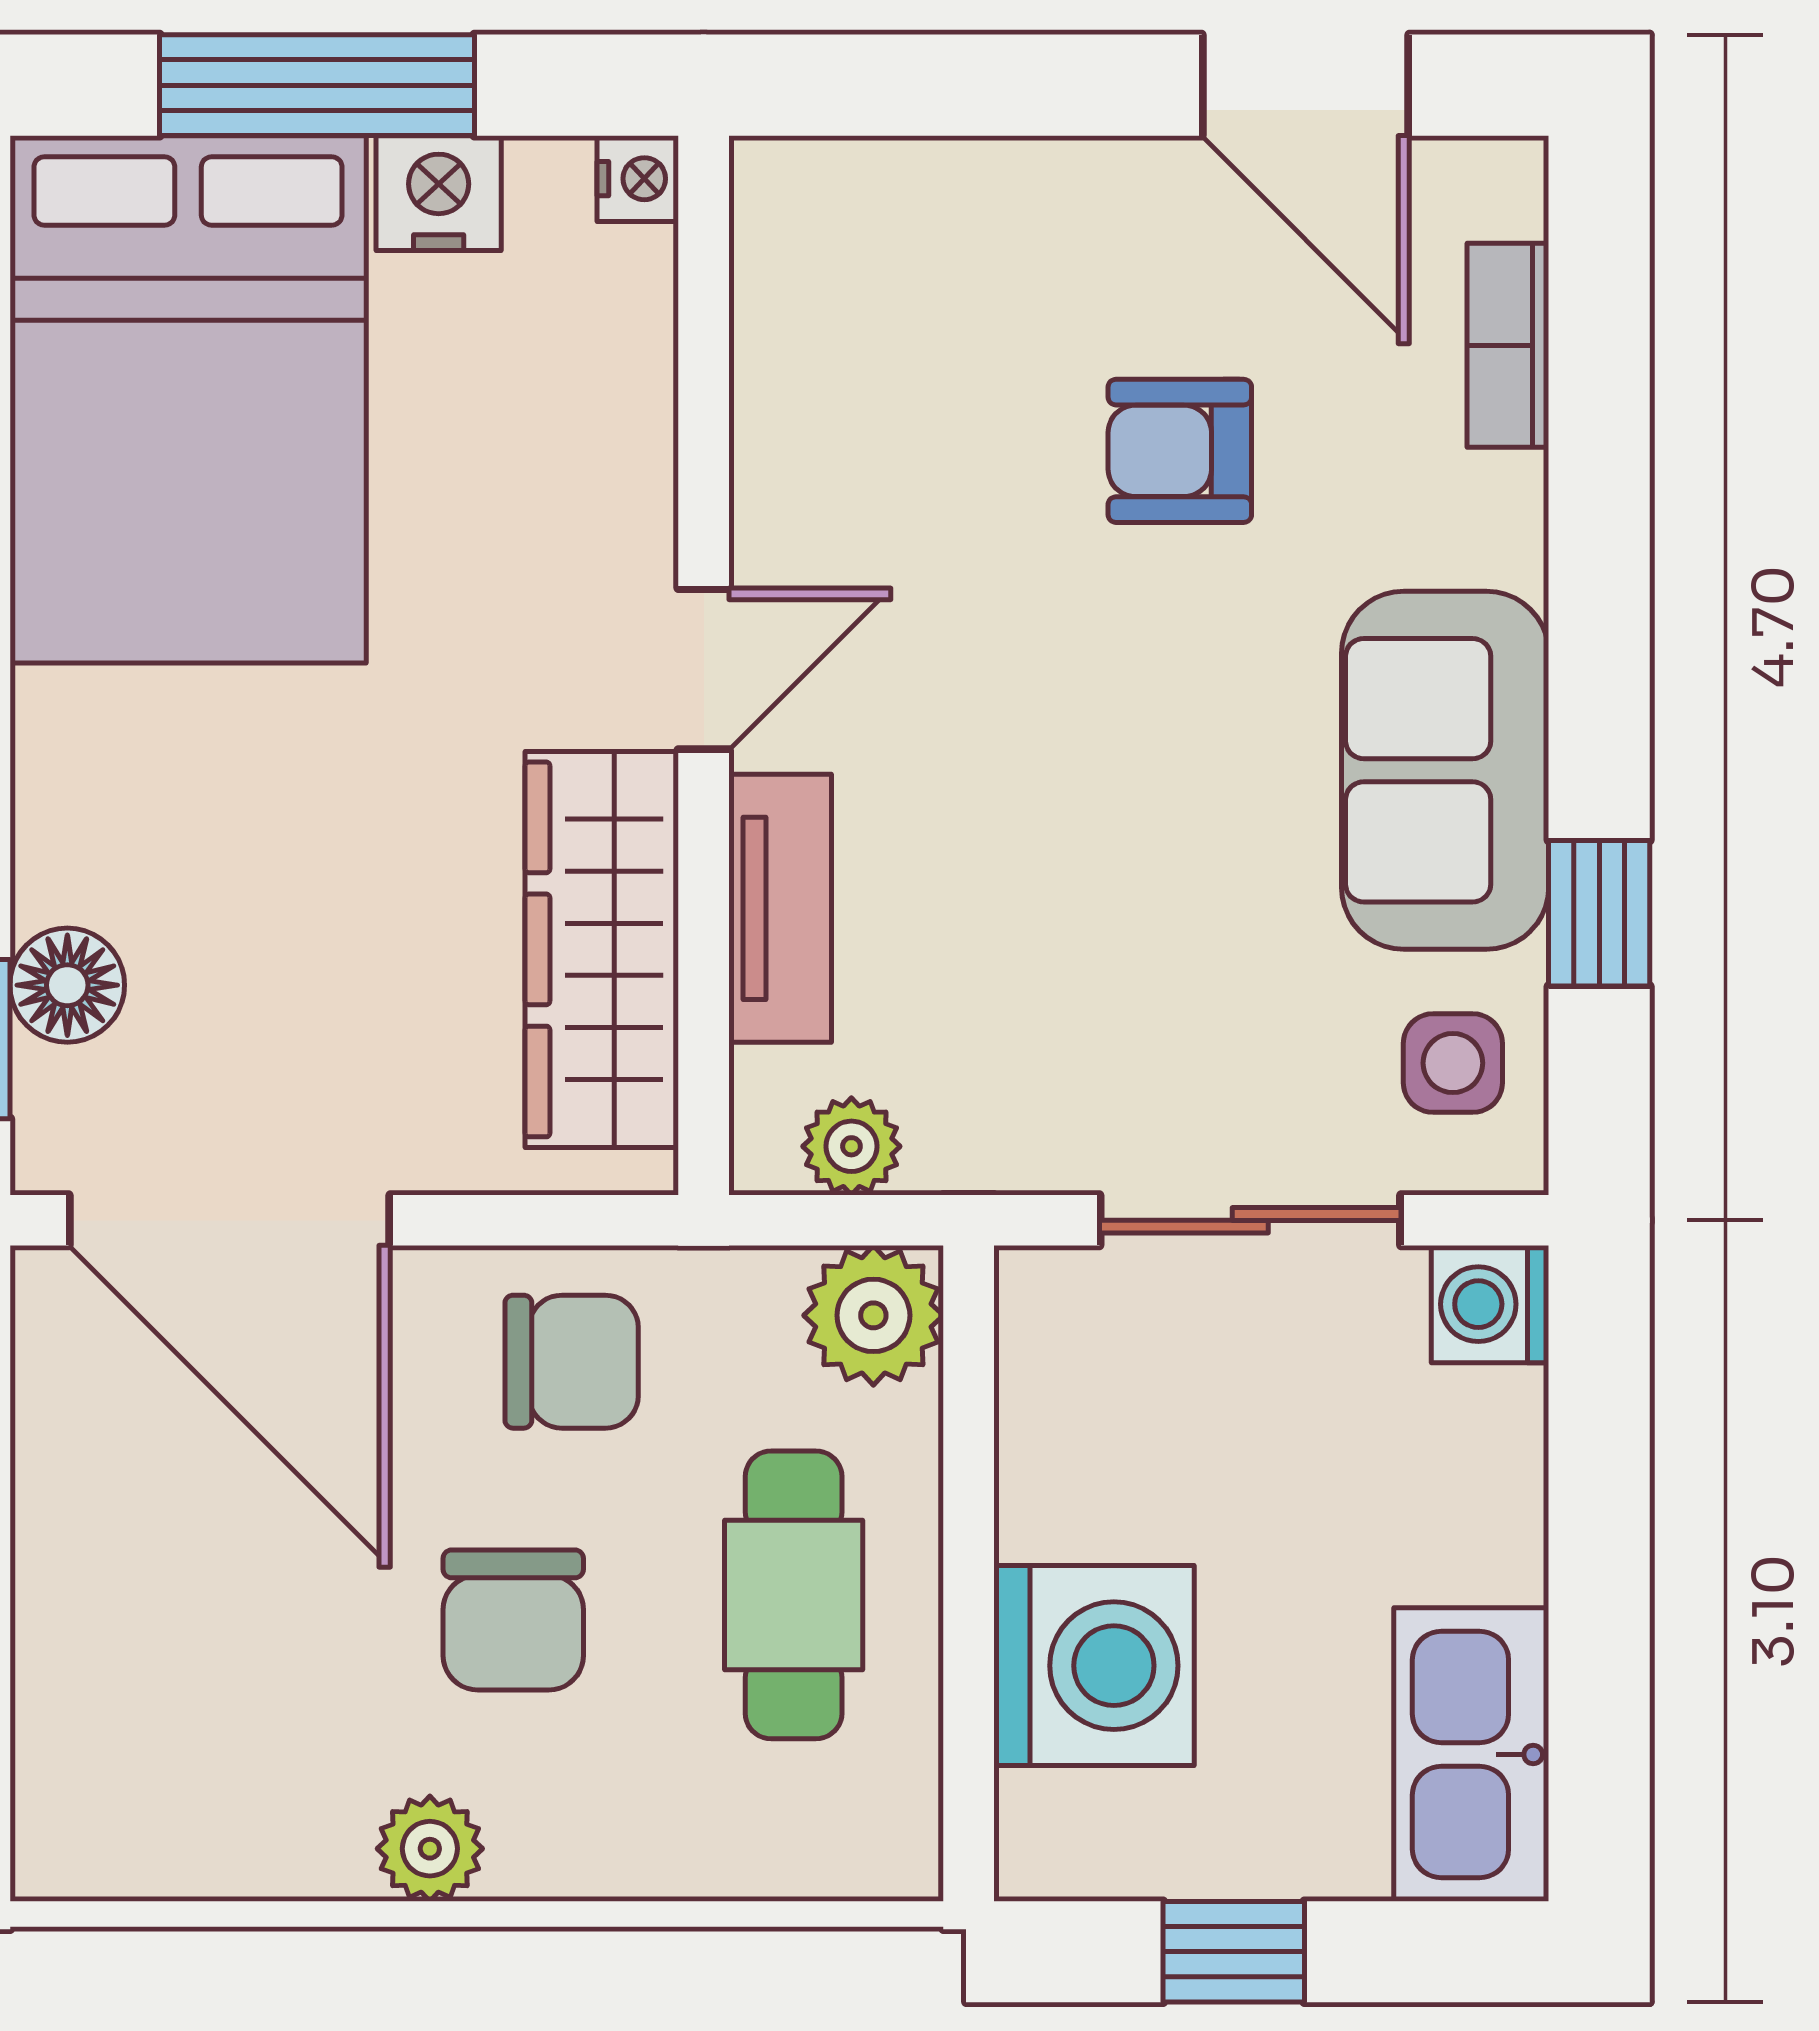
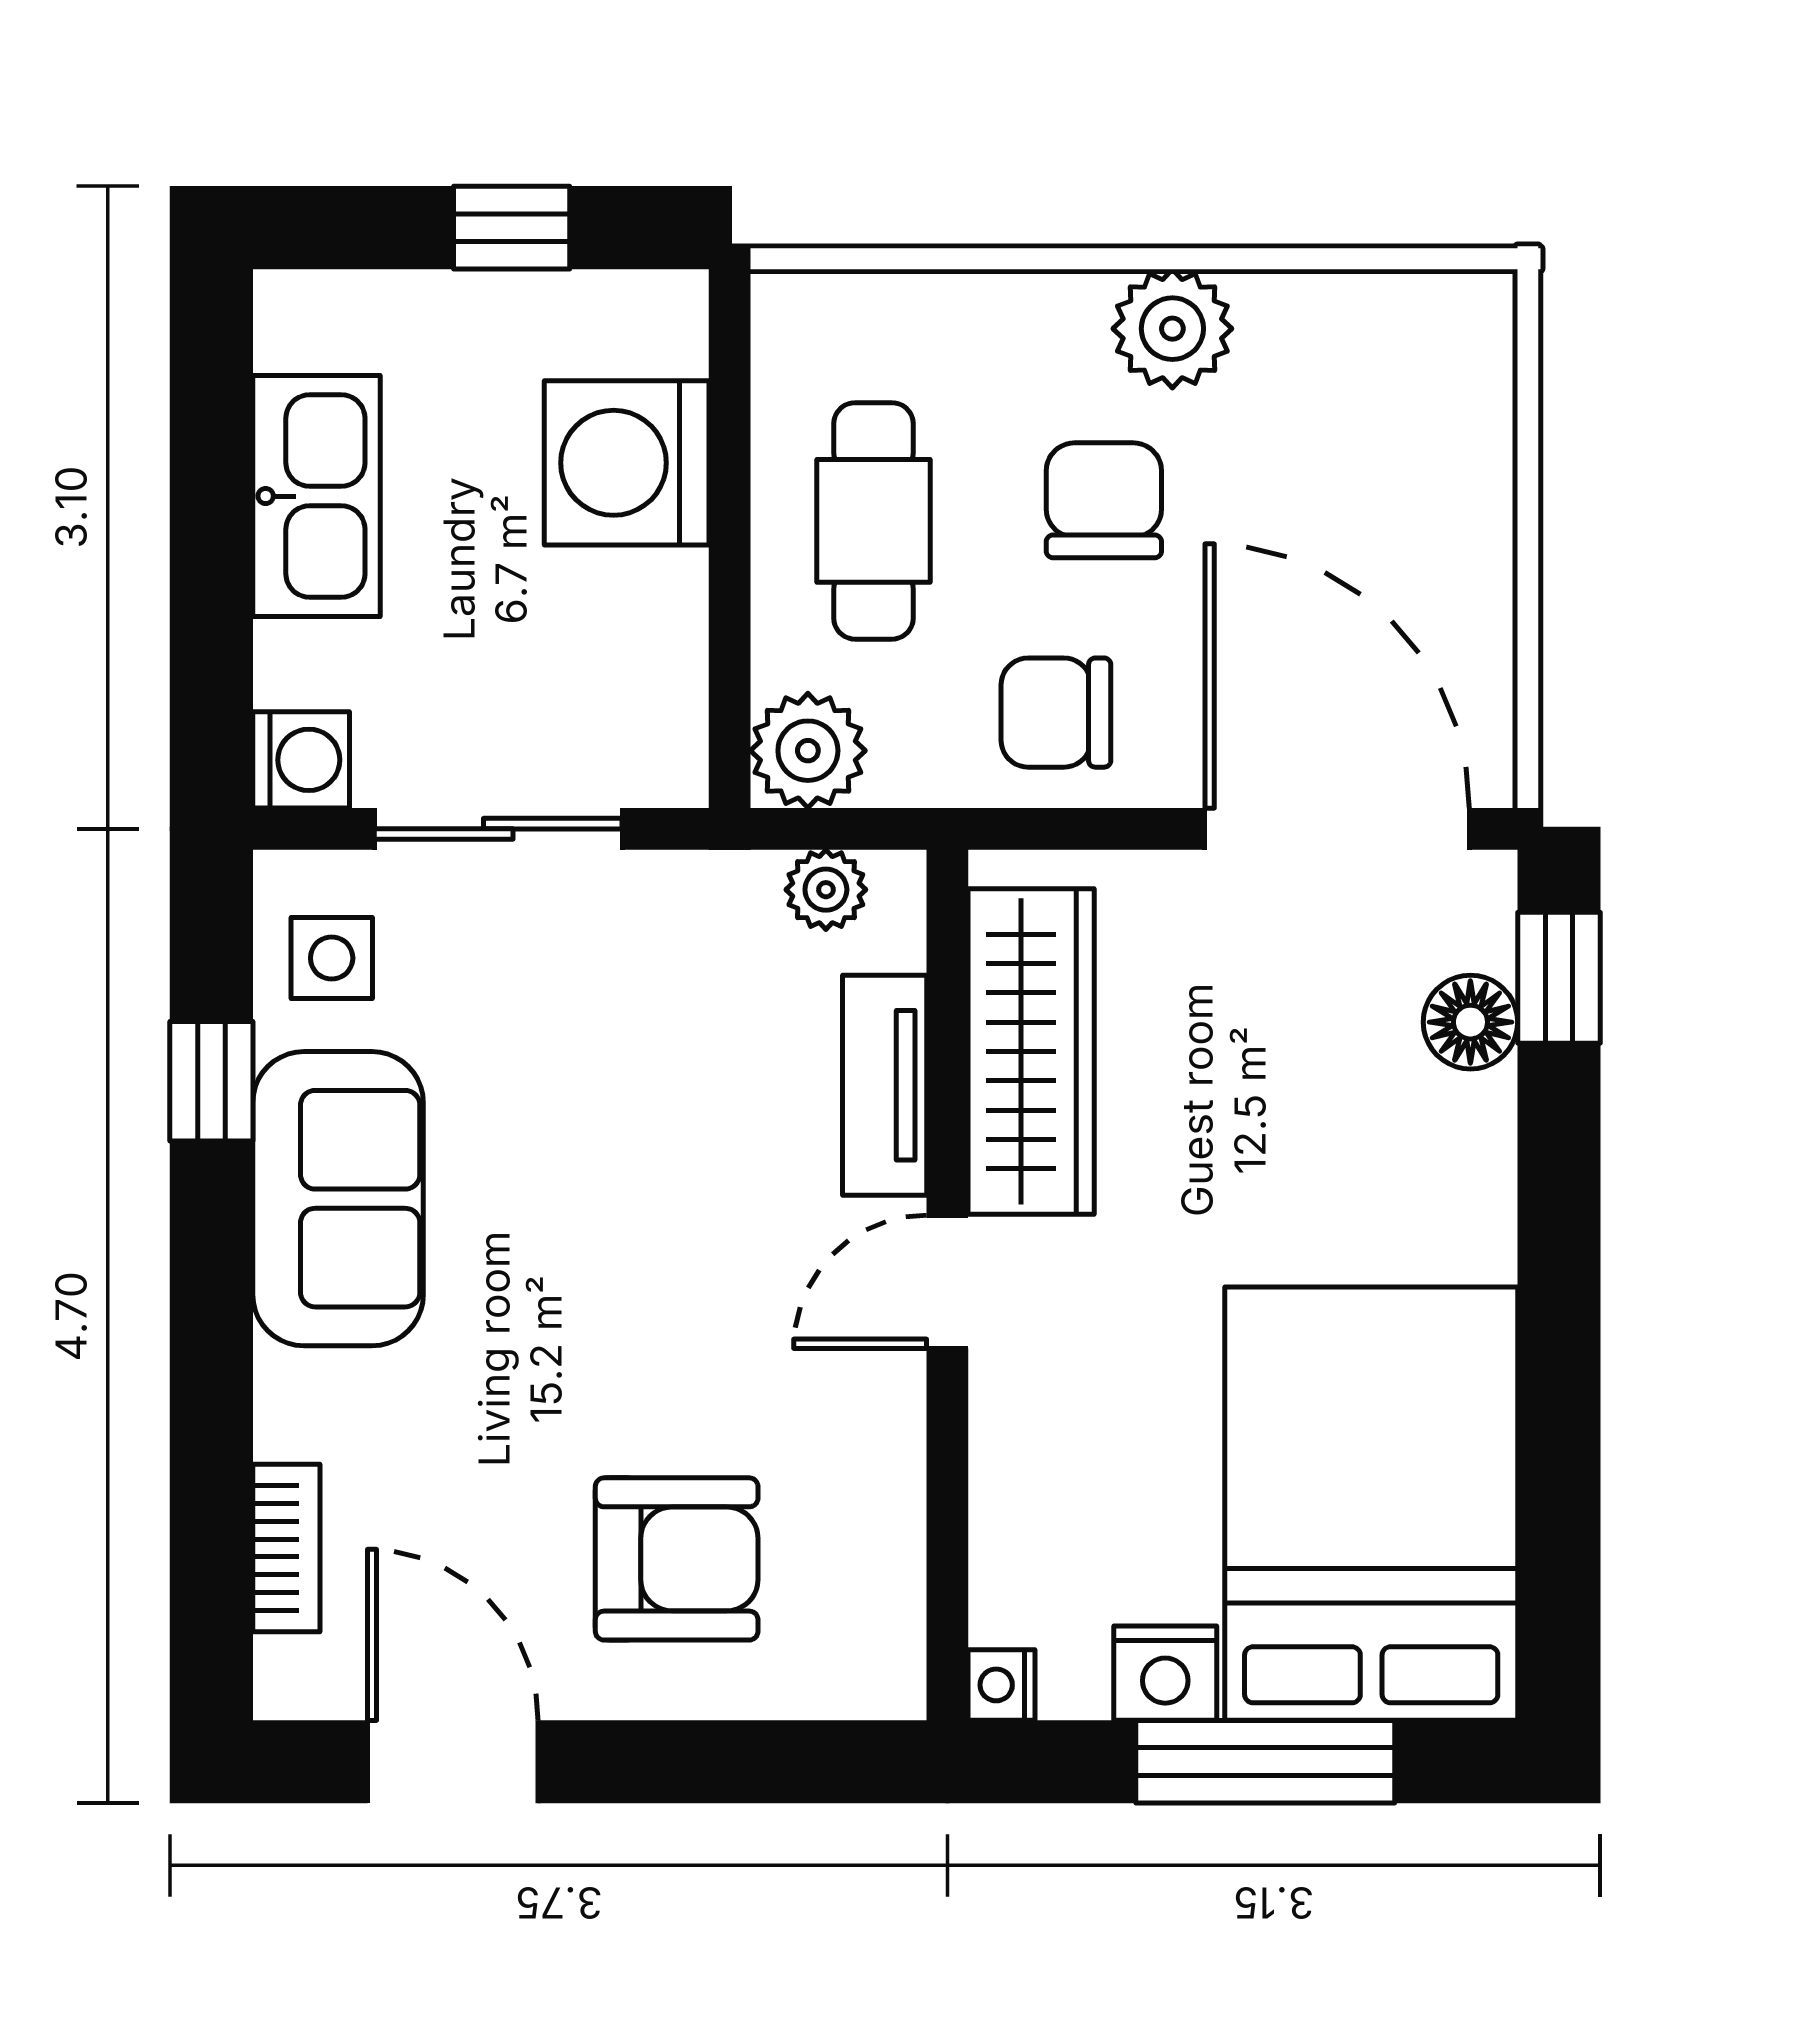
armchair: (1180, 451) -> (677, 1559), moved, width x1.38, depth x1.38
kitchen sink: (1471, 1755) -> (317, 496), moved
plant: (430, 1849) -> (1172, 329), width x1.38, depth x1.38

